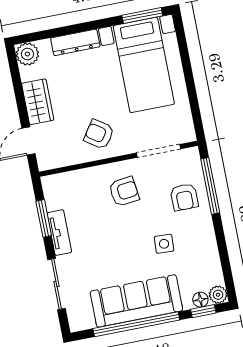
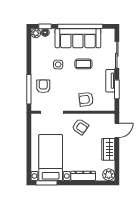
armchair: (124, 191) -> (86, 99), moved
coffee table: (116, 254) -> (83, 64), added

